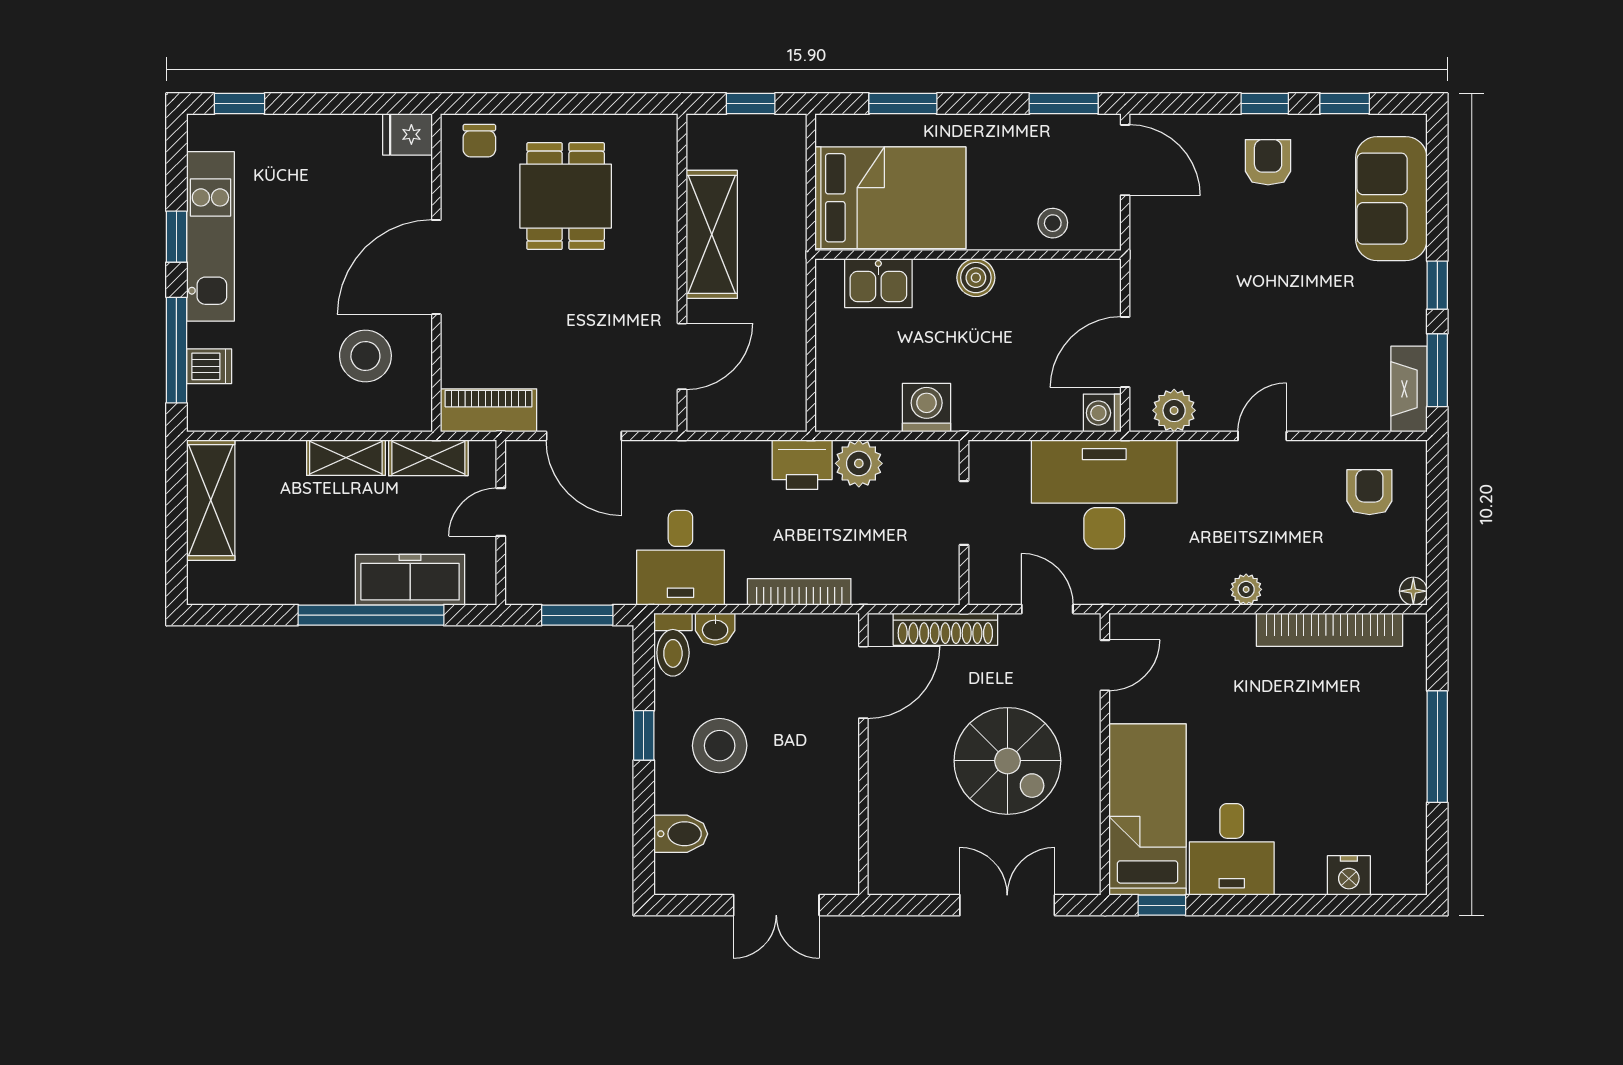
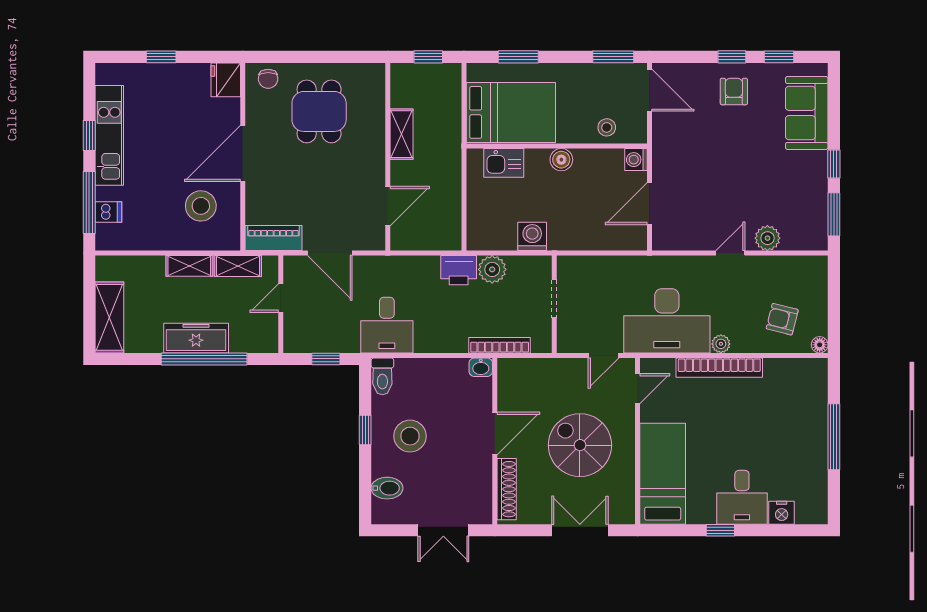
window: (239, 104) -> (161, 57), moved
fridge: (408, 134) -> (226, 80), width x1.38
shelving: (712, 234) -> (401, 134), width x0.67, depth x0.75
fireplace: (1409, 389) -> (817, 225), removed
plant: (1174, 410) -> (767, 238), moved
washing machine: (1102, 413) -> (636, 160), moved
armchair: (1369, 492) -> (782, 319), moved, turned -76
desk: (1104, 494) -> (667, 321), moved, turned 180
shelving: (211, 500) -> (109, 317), moved
freezer: (410, 580) -> (196, 338), moved
bookcase: (799, 592) -> (500, 345), moved
door: (1047, 609) -> (603, 355), swing flipped
window: (577, 615) -> (326, 359), width x0.67
washbasin: (715, 629) -> (481, 367), moved
shoe rack: (945, 629) -> (507, 489), moved, turned -90
bookcase: (1329, 630) -> (719, 368), moved
door: (863, 682) -> (495, 434), moved
spiral stairs: (1007, 761) -> (580, 445), turned 180
desk: (1232, 849) -> (742, 497), moved
window: (1162, 905) -> (720, 530), moved

